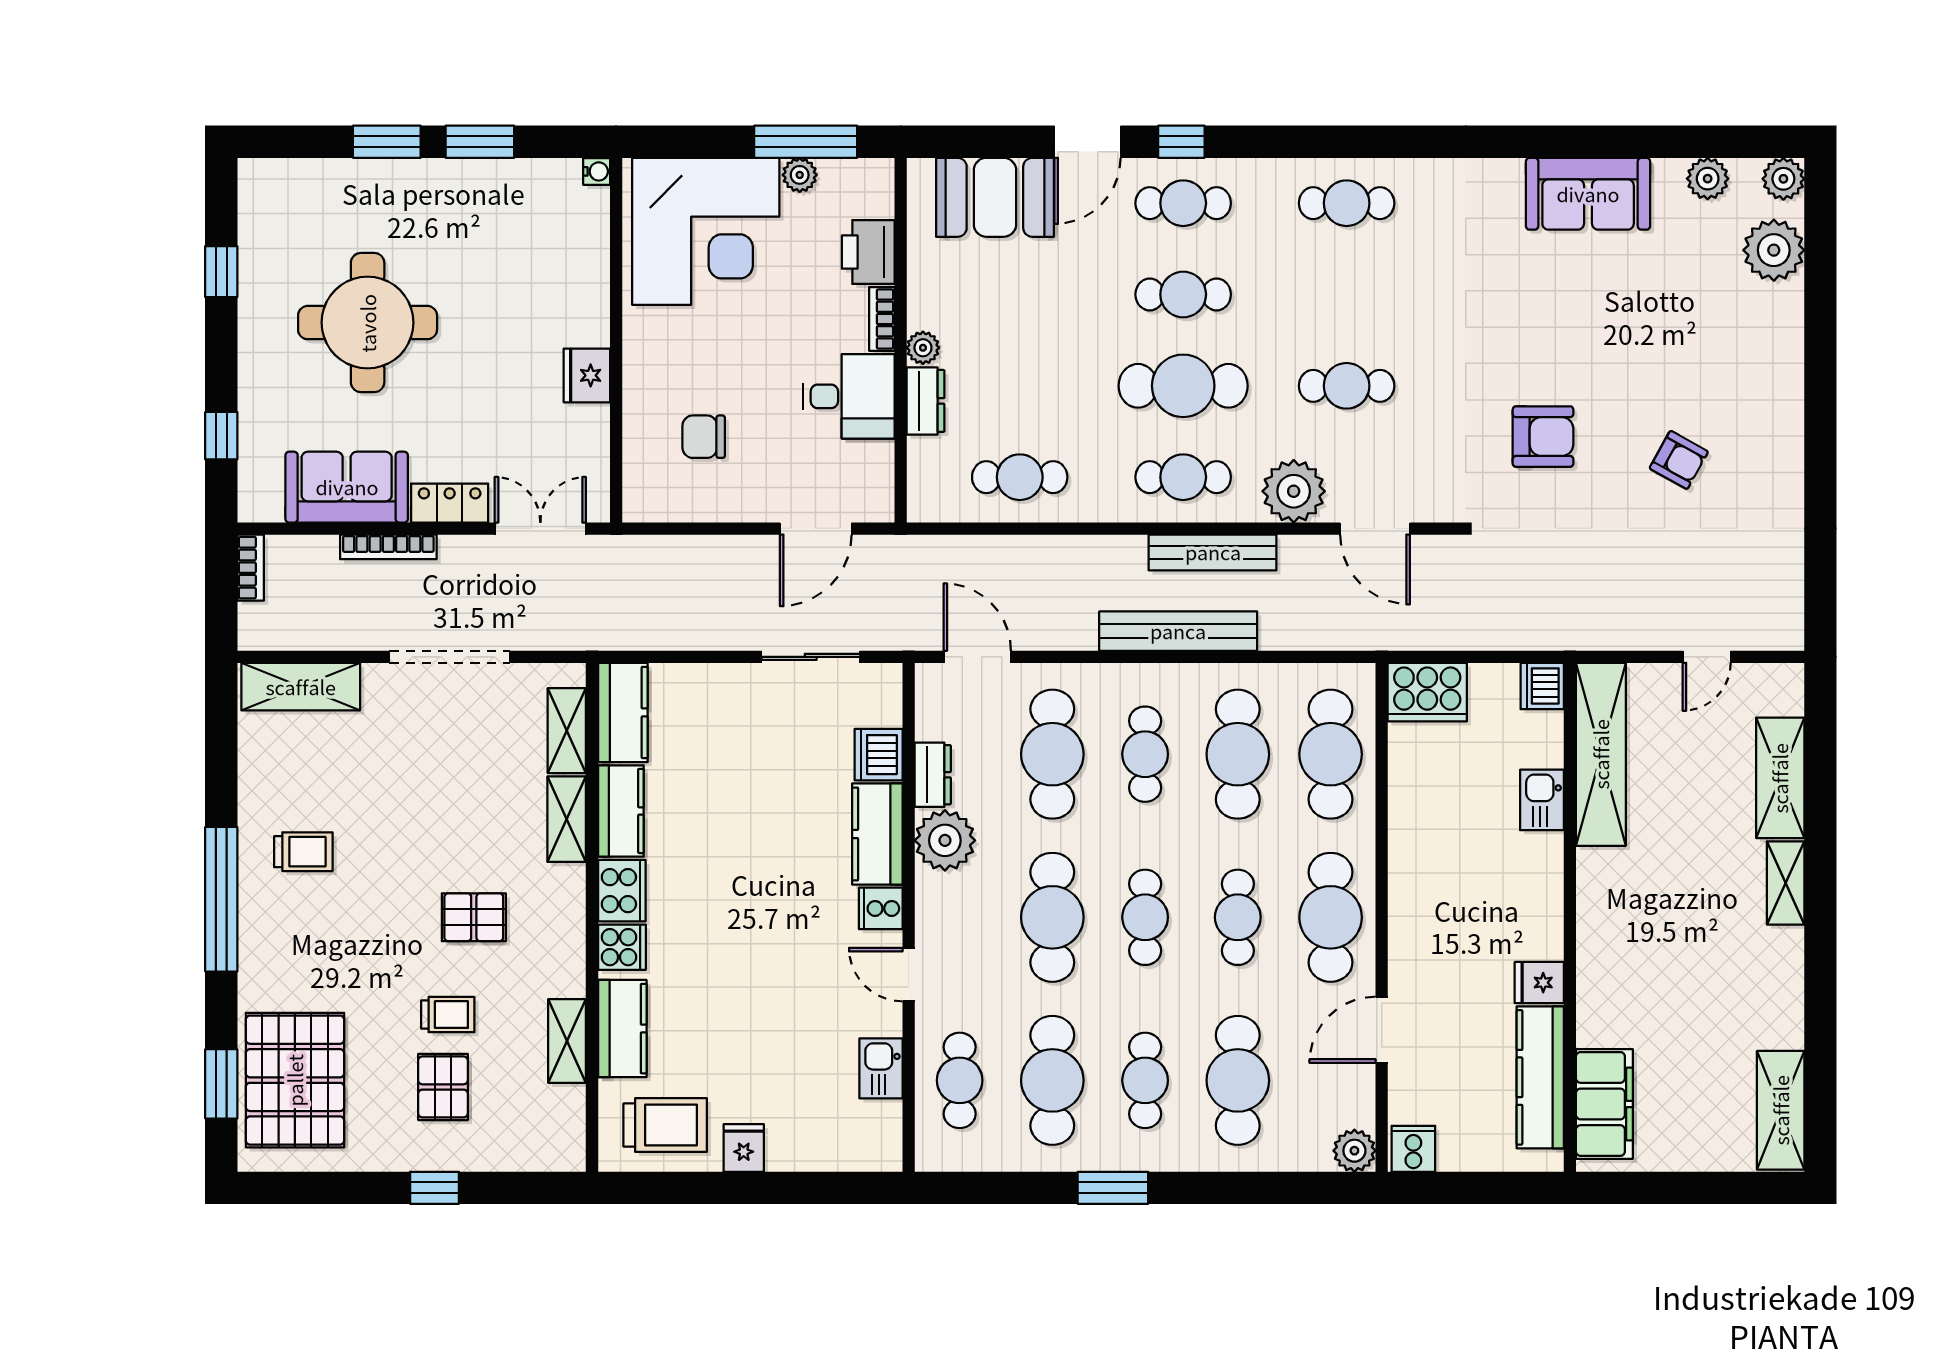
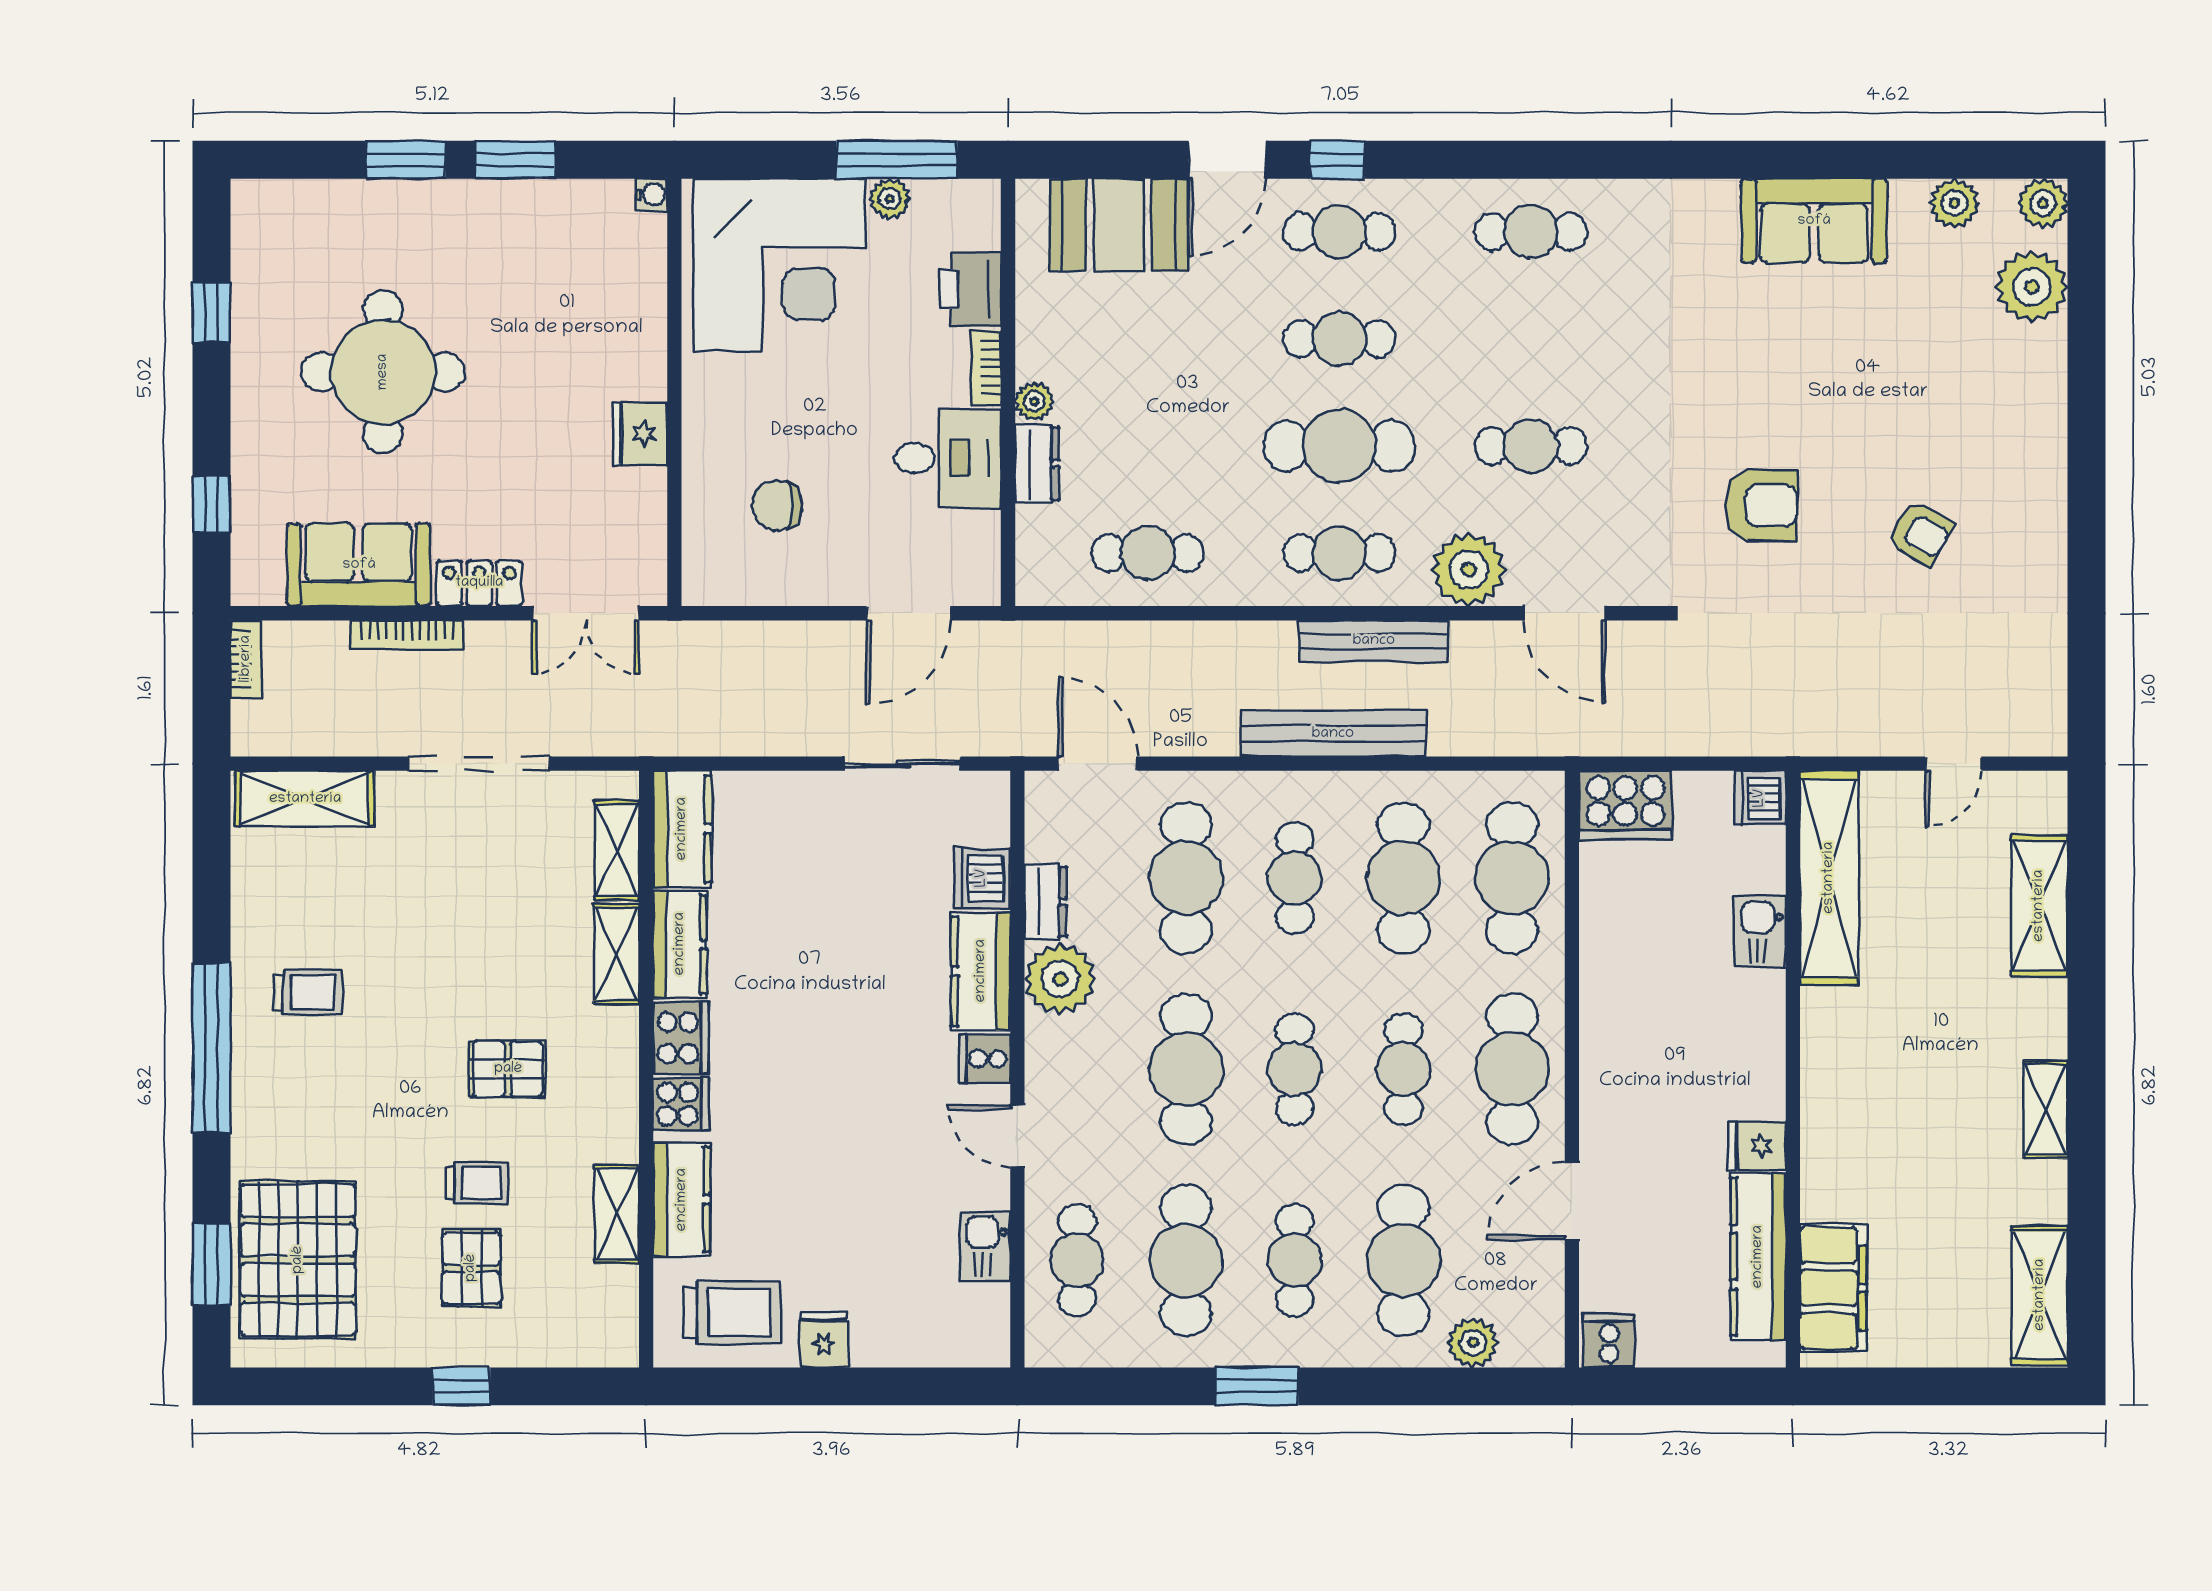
double door: (540, 529) -> (586, 613), swing flipped
shelving: (1786, 883) -> (2046, 1110), moved
plant: (1354, 1151) -> (1473, 1343), moved

